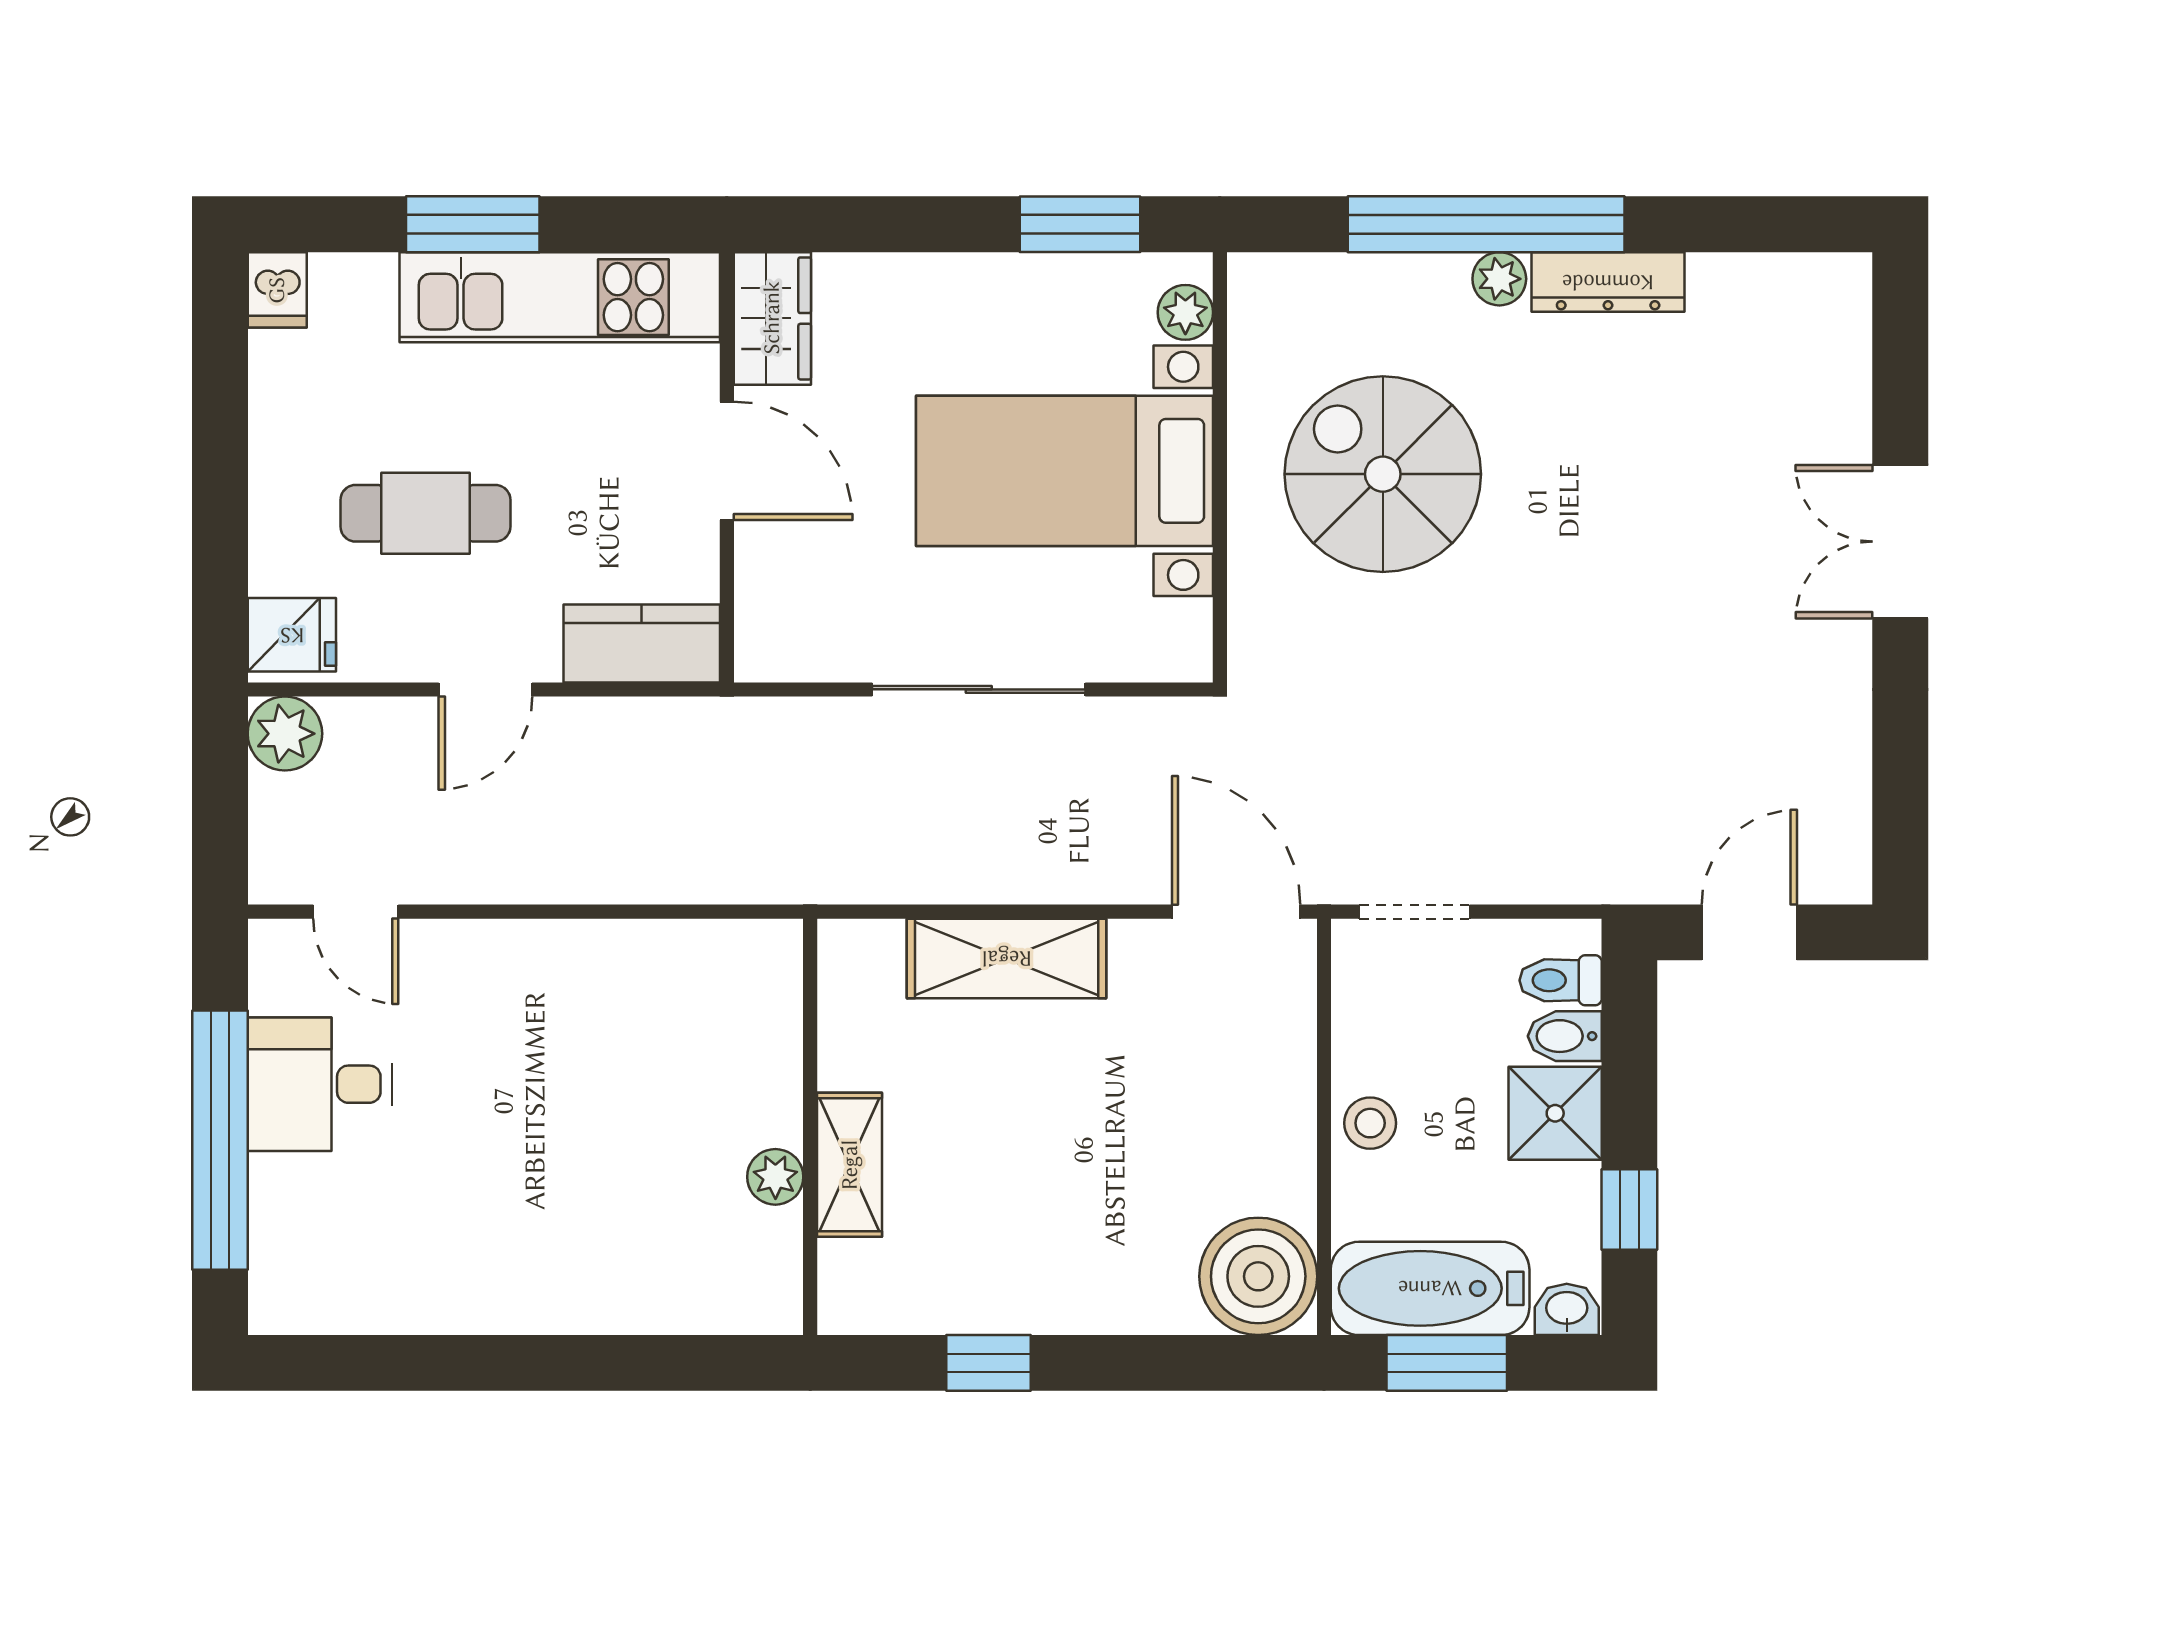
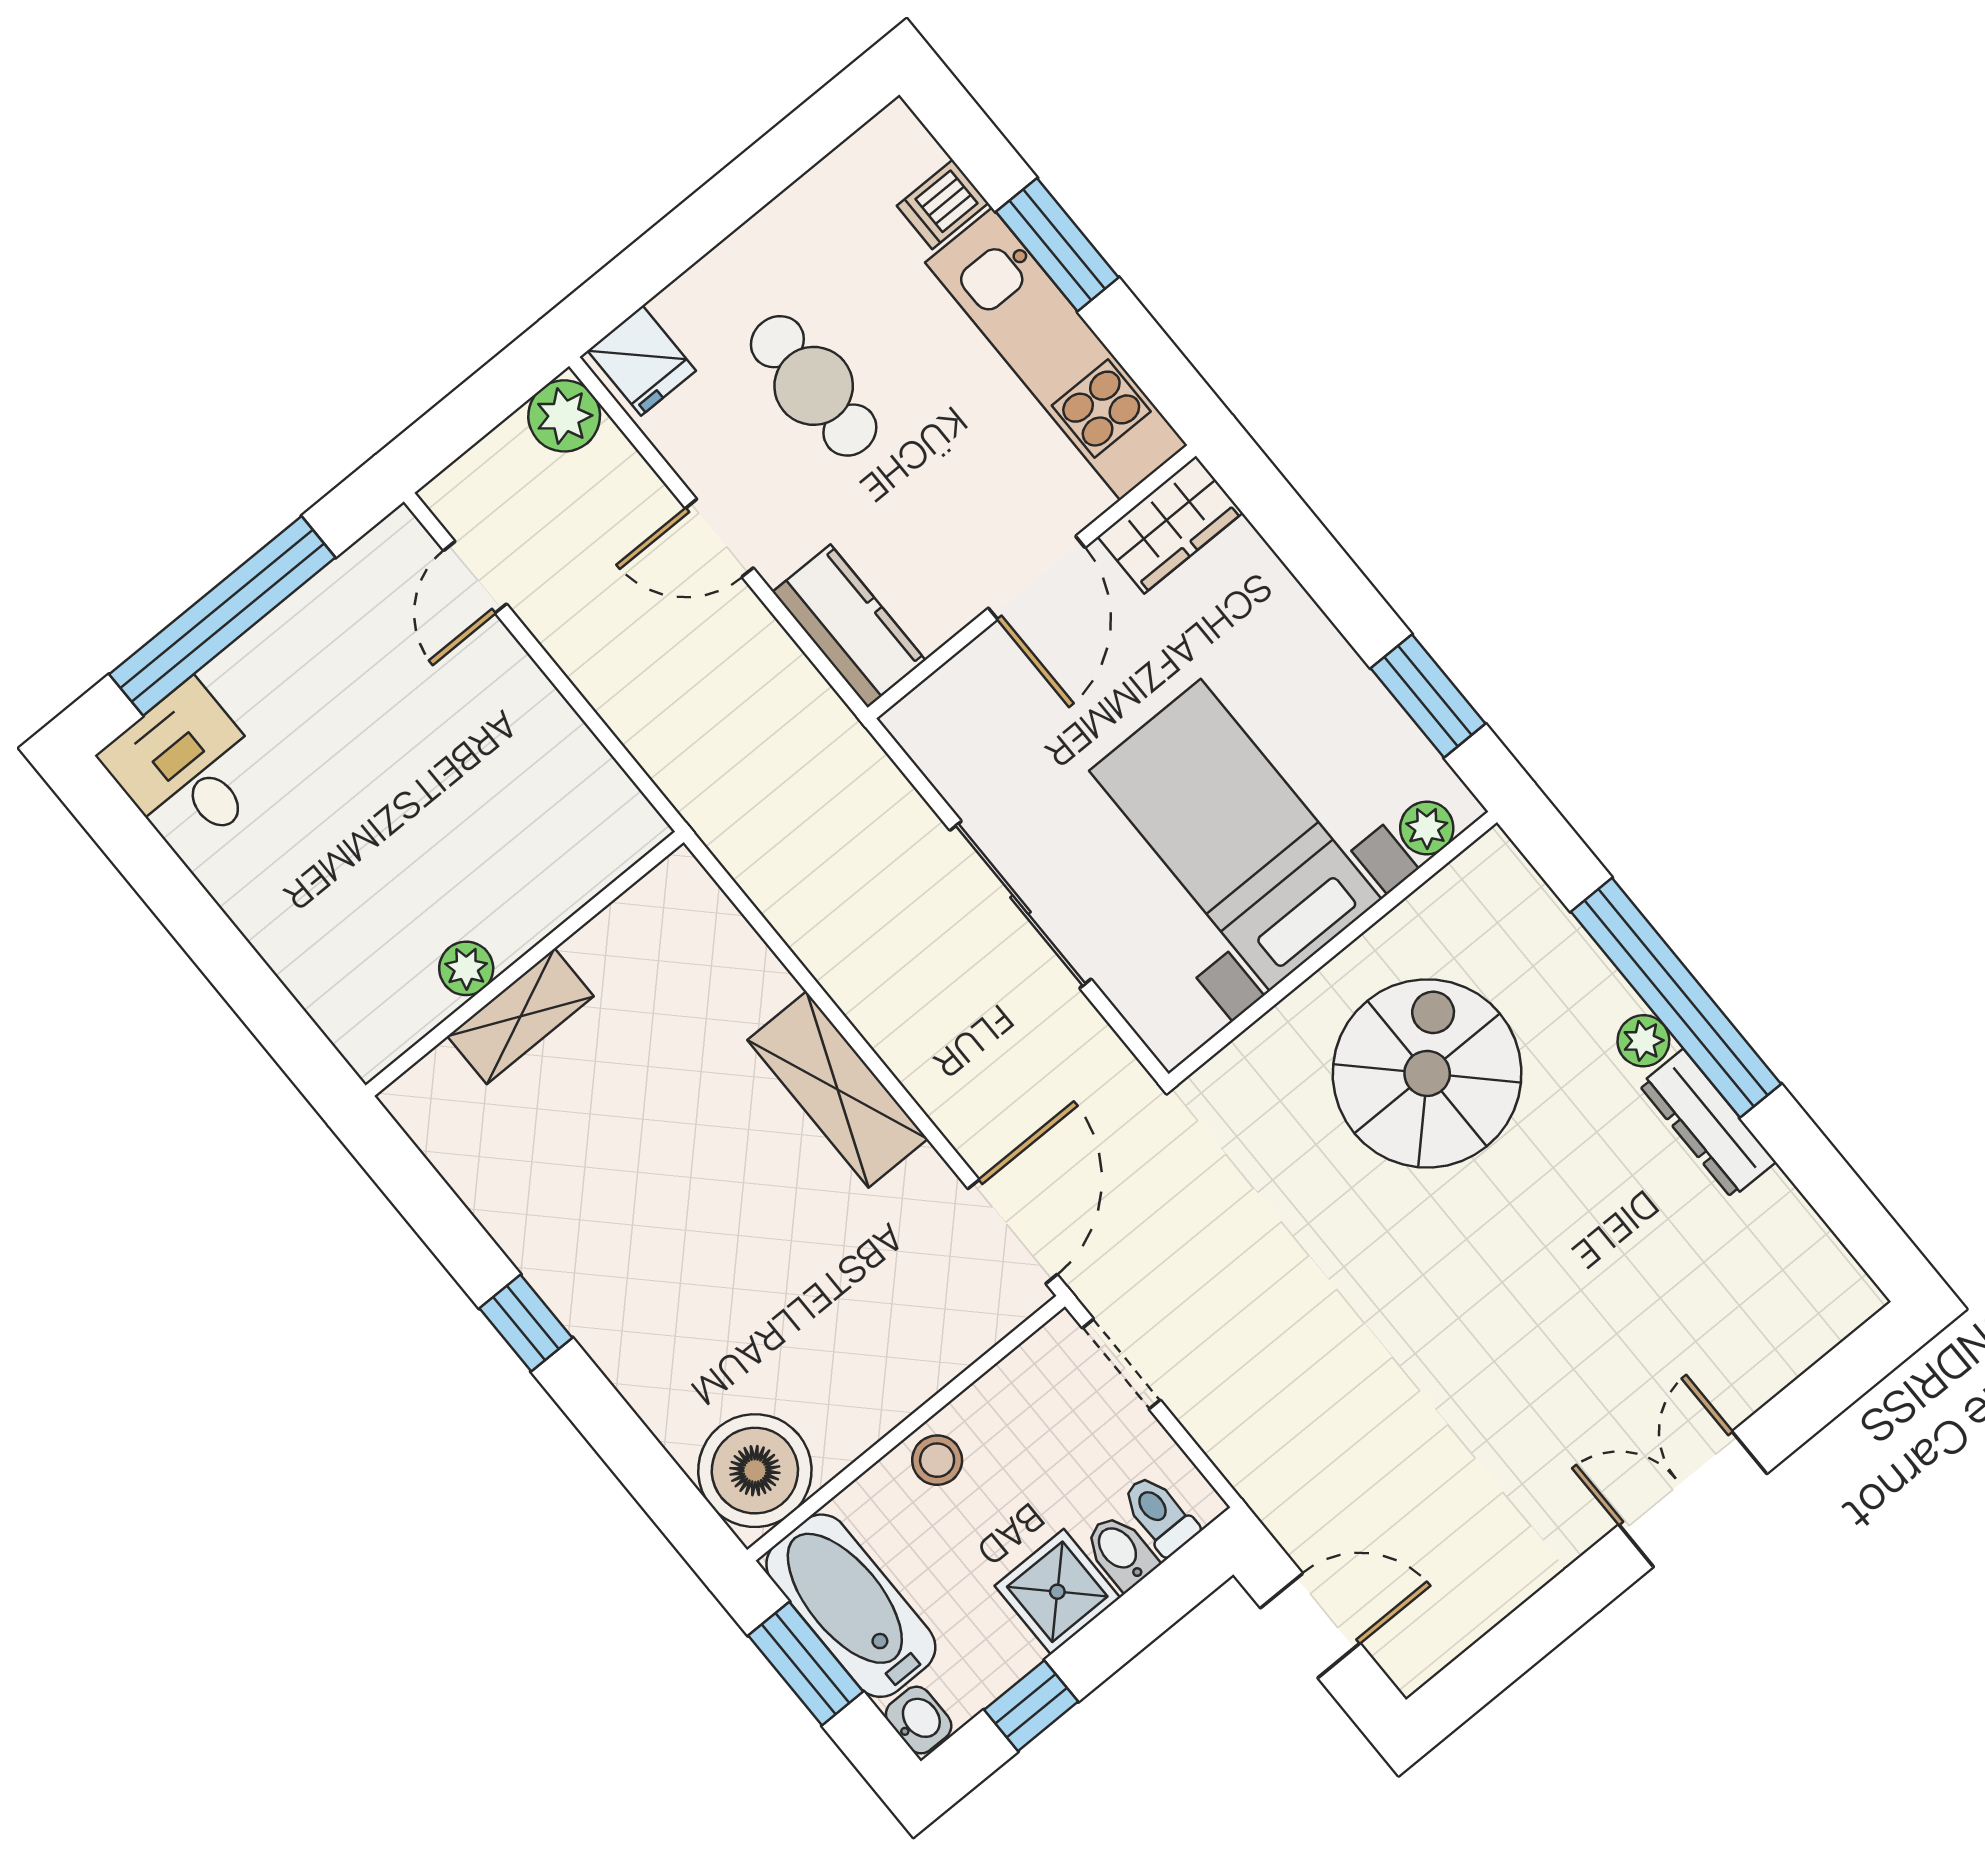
dishwasher: (277, 290) -> (943, 204), moved
desk: (320, 1084) -> (188, 768), moved
wall: (810, 1127) -> (525, 964), moved
shelving: (850, 1165) -> (521, 1016), moved
plant: (775, 1177) -> (466, 968), moved

